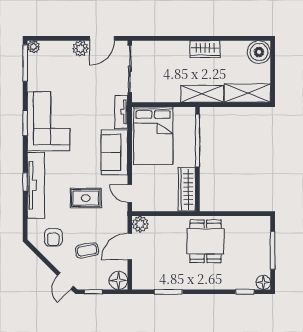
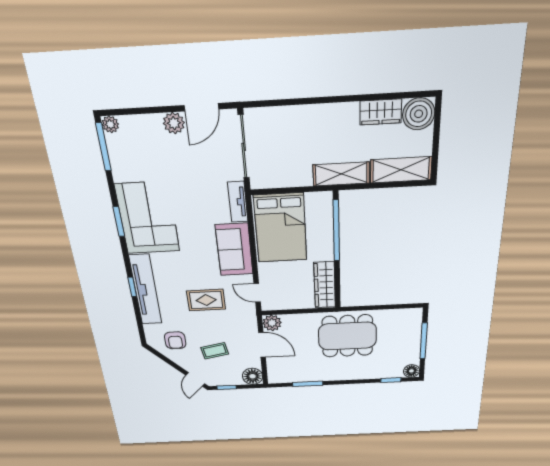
wardrobe: (205, 49) -> (381, 112), moved
dining table: (206, 241) -> (347, 336), width x1.37
door: (130, 247) -> (262, 345), swing flipped

